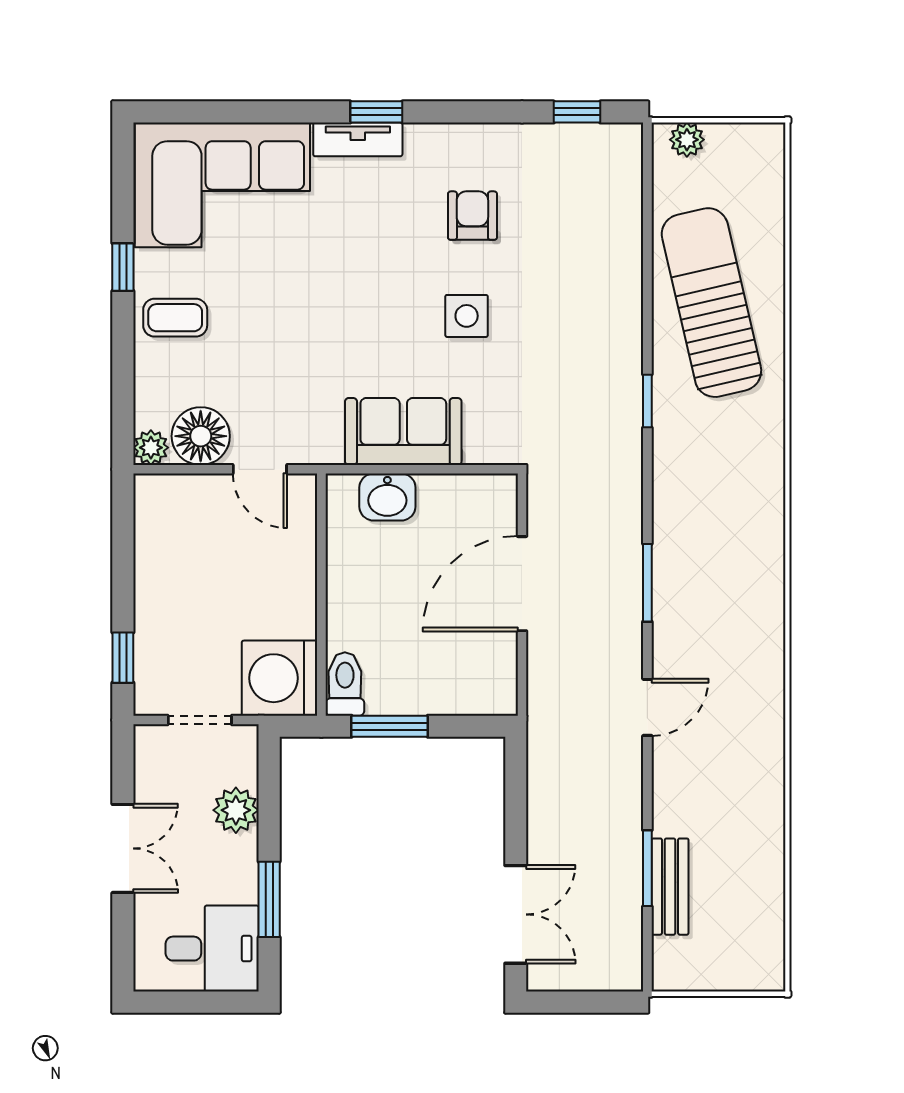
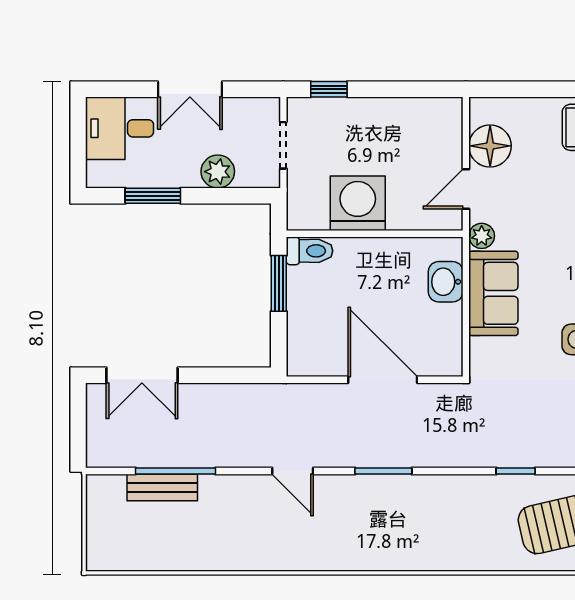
plant: (151, 448) -> (482, 236), moved
washing machine: (280, 678) -> (358, 203), moved
window: (647, 868) -> (176, 471), width x1.44
desk: (212, 949) -> (120, 128), moved, turned 90

